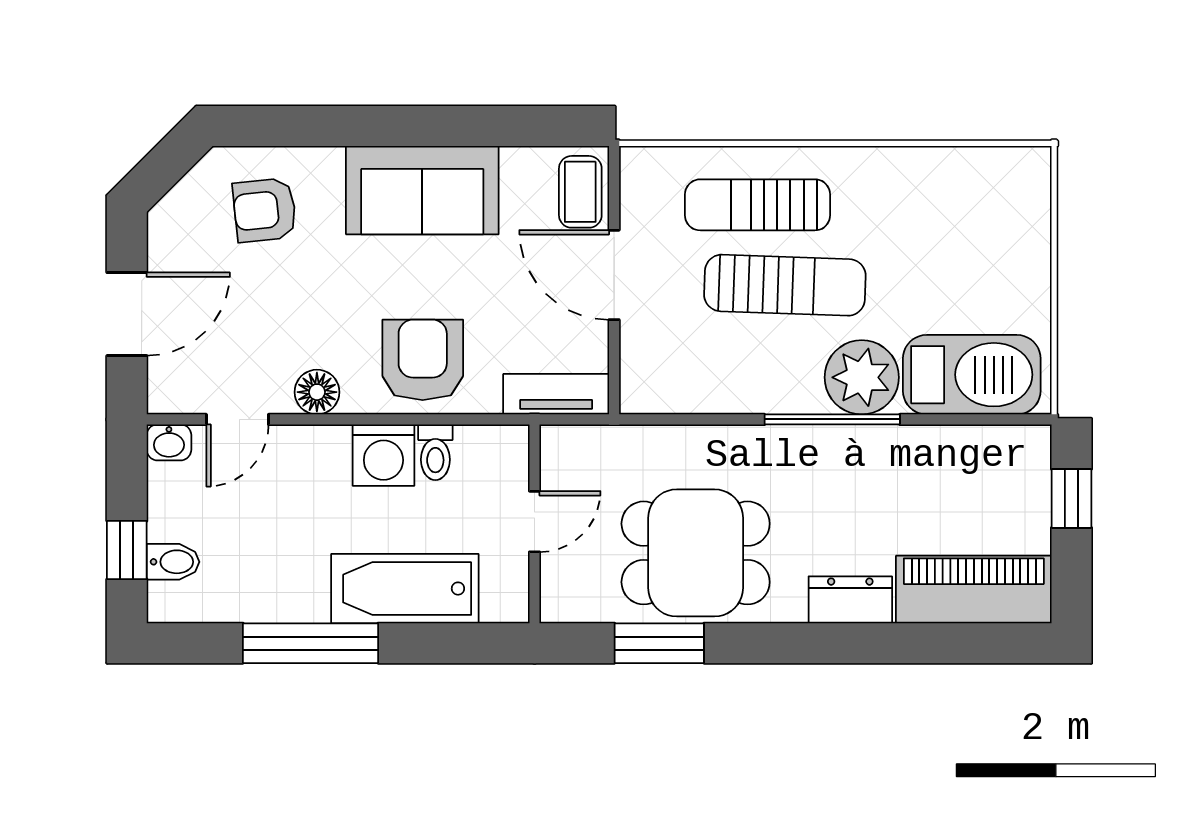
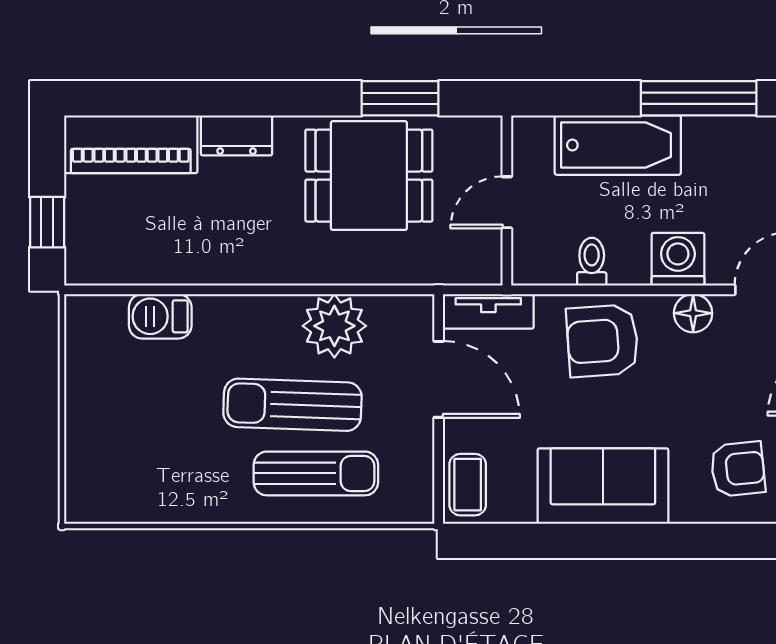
door: (614, 275) -> (439, 379), moved
armchair: (423, 360) -> (603, 341), turned 86
barbecue: (972, 375) -> (160, 316), width x0.53, depth x0.65
plant: (862, 377) -> (334, 326), moved
window: (832, 419) -> (252, 290), removed
washing machine: (383, 455) -> (678, 259), moved

